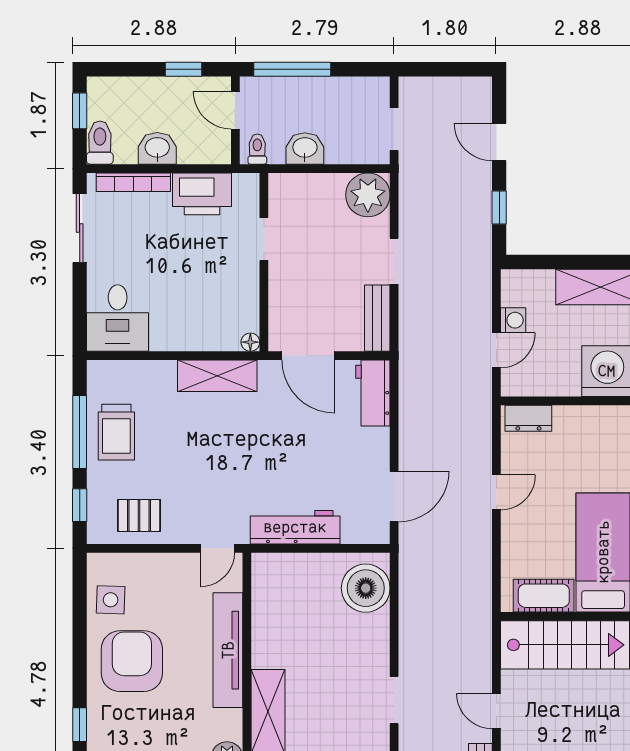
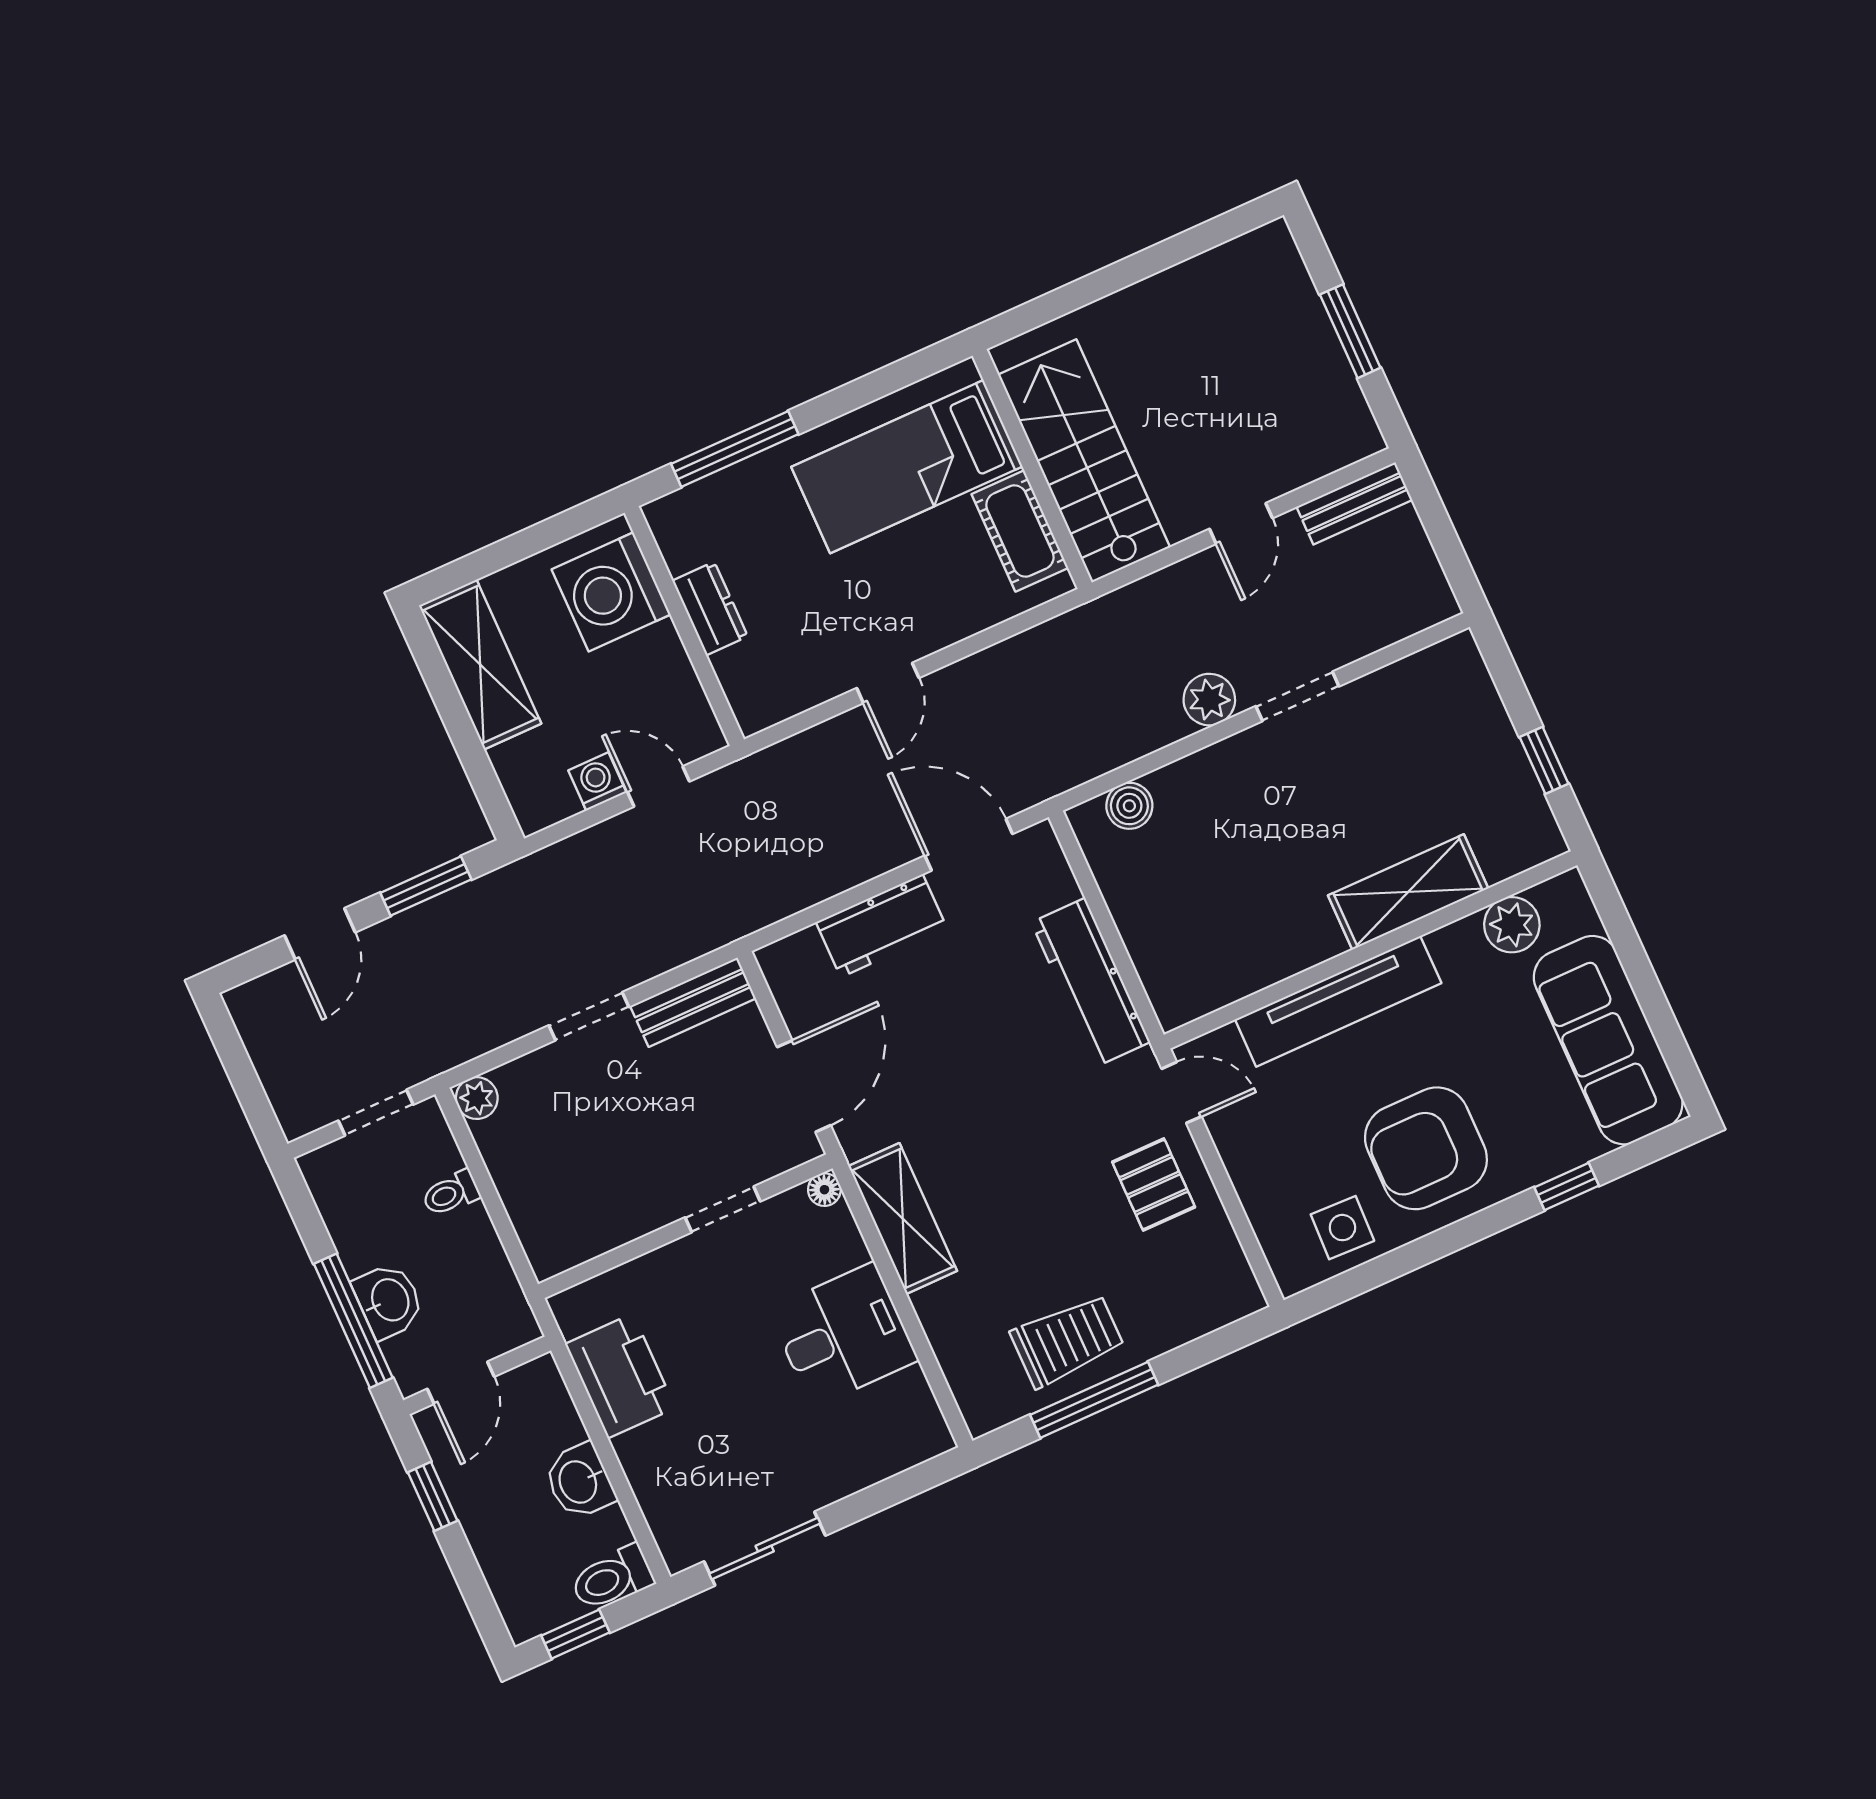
washbasin: (305, 148) -> (389, 1301), moved, turned 180
toilet: (257, 149) -> (451, 1193), moved
bookcase: (133, 182) -> (652, 1495), removed
plant: (368, 195) -> (477, 1098), width x0.53, depth x0.53
window: (499, 208) -> (426, 886), width x1.50
doorway: (264, 239) -> (723, 1209), moved
desk: (118, 318) -> (843, 1335), moved
workbench: (373, 393) -> (882, 926), moved
dresser: (528, 418) -> (710, 609), moved
door: (496, 492) -> (888, 683), swing flipped
window: (80, 505) -> (1212, 1347), removed
pallet: (139, 516) -> (1154, 1184), moved
boiler: (366, 588) -> (1129, 806), width x0.54, depth x0.54
plant: (413, 654) -> (1209, 700), added

